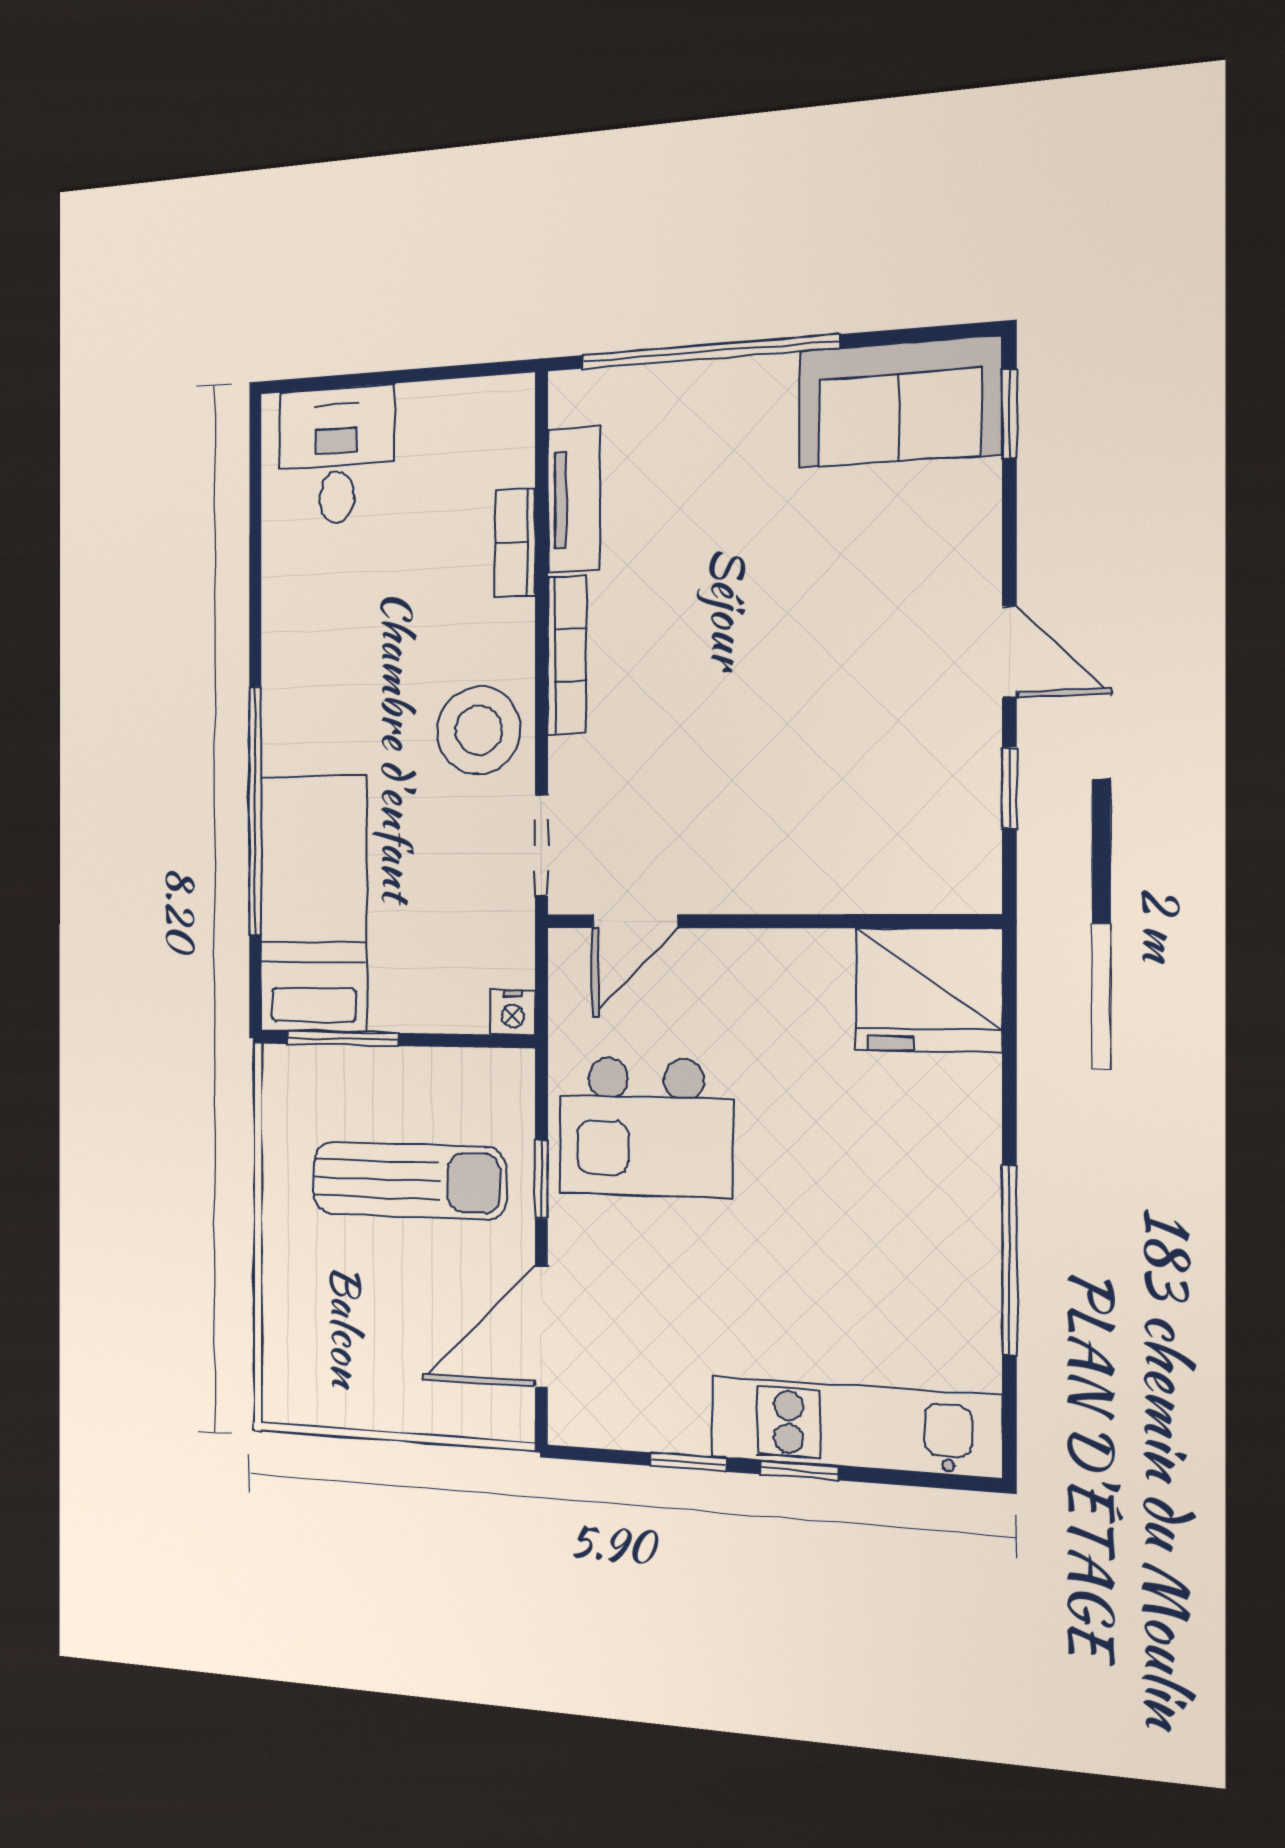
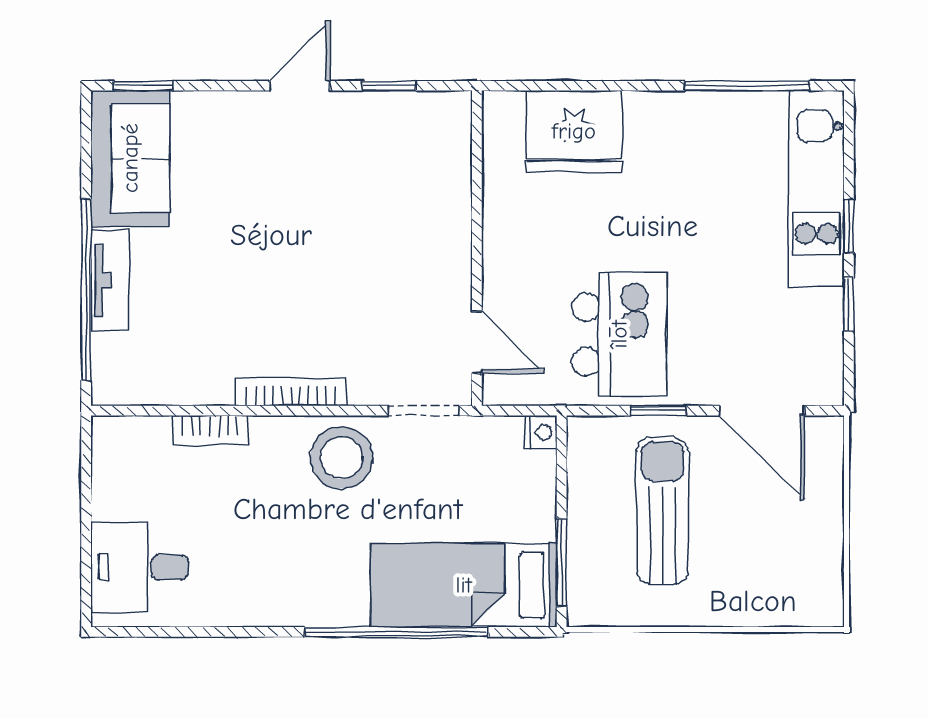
tv unit: (574, 499) -> (110, 280), moved, turned 90
fridge: (929, 990) -> (574, 131), moved, turned 90
window: (1009, 1260) -> (747, 86), moved

